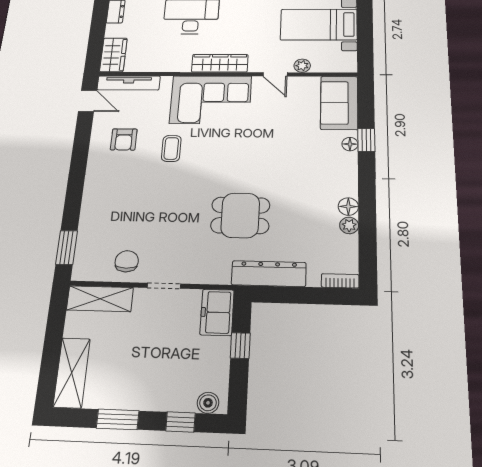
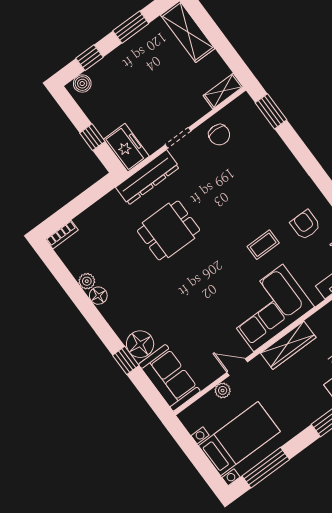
floor lamp: (350, 144) -> (140, 344), width x1.89, depth x1.89
coffee table: (171, 148) -> (263, 245), turned 90
dresser: (269, 274) -> (148, 177), moved
shelving: (100, 299) -> (223, 91), width x0.67, depth x0.75

